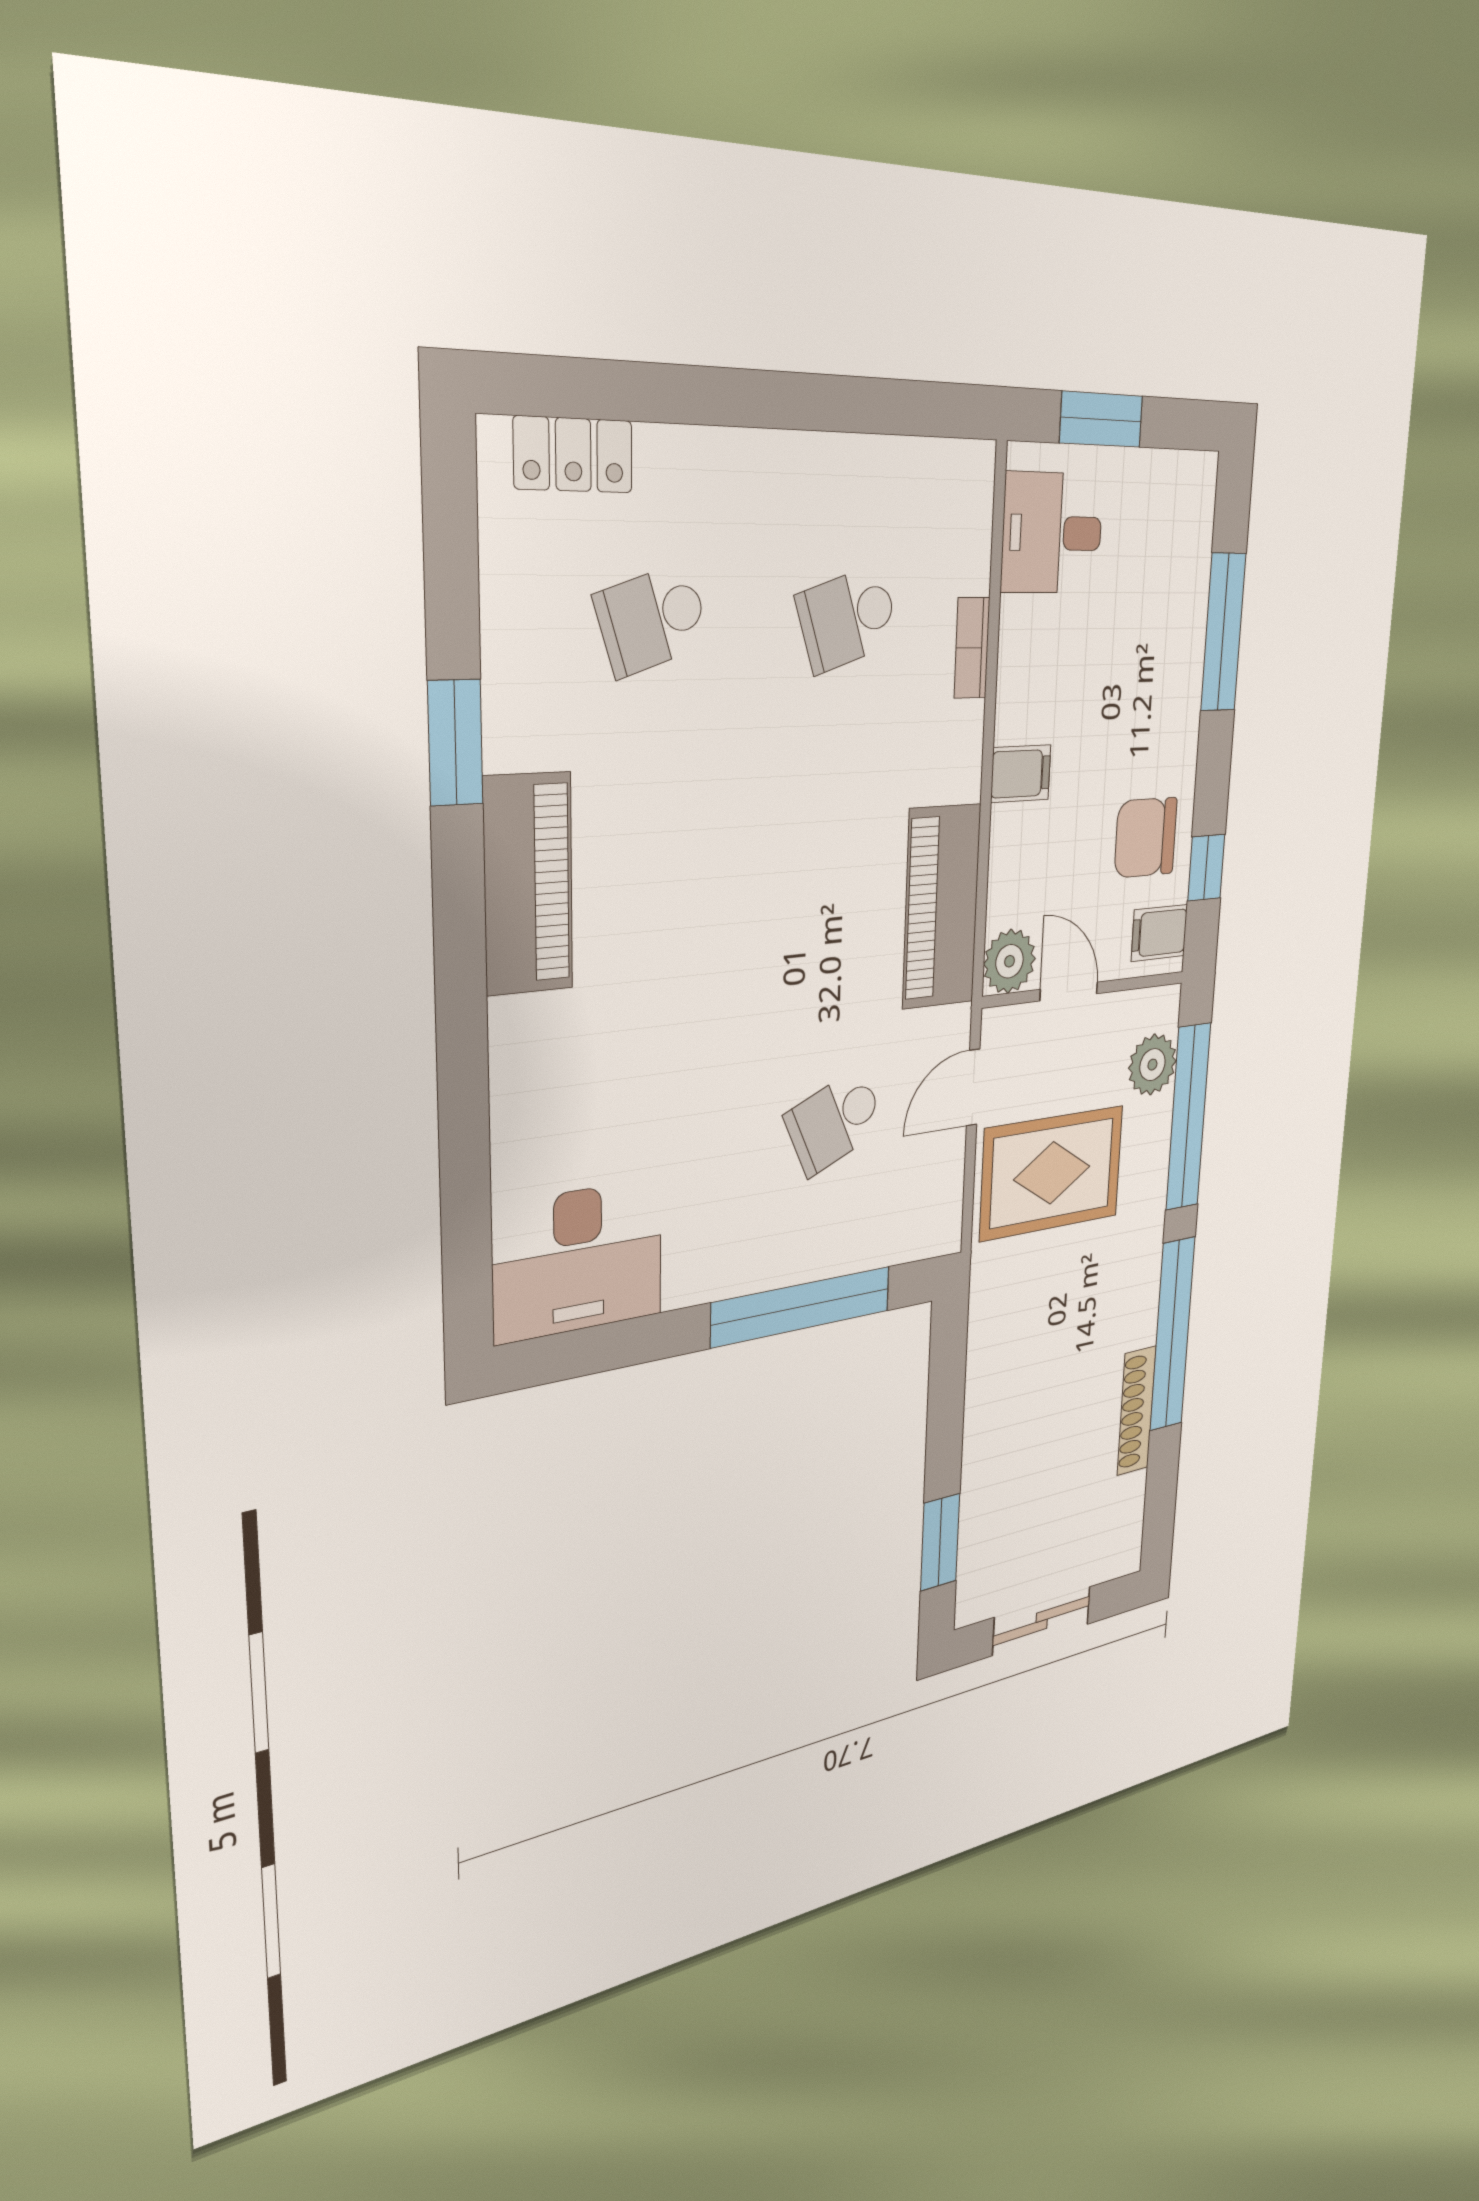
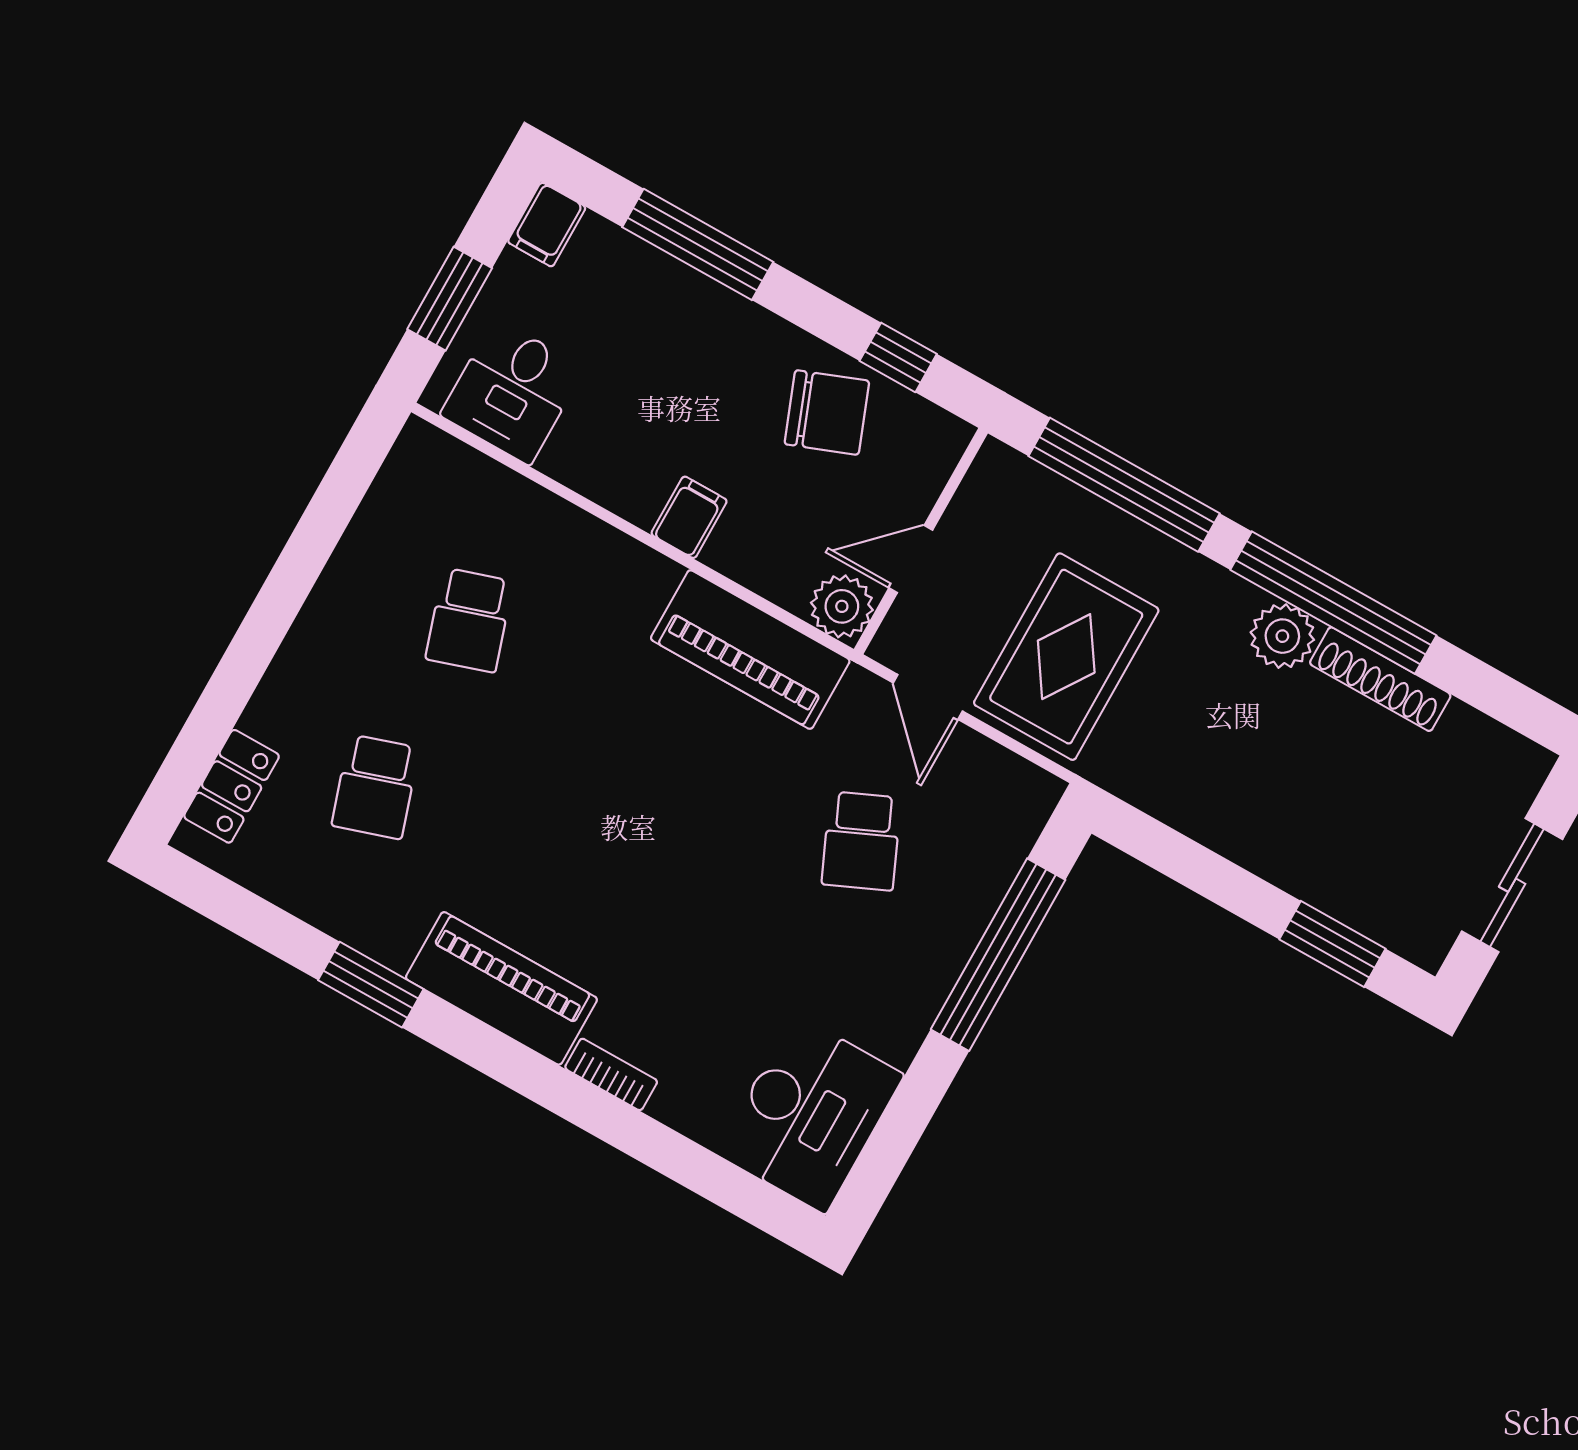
bookcase: (972, 648) -> (611, 1074), moved, turned 180
chair: (1146, 838) -> (827, 412), turned -111
filing cabinet: (1159, 933) -> (547, 225), moved
plant: (1152, 1065) -> (1282, 636), moved

